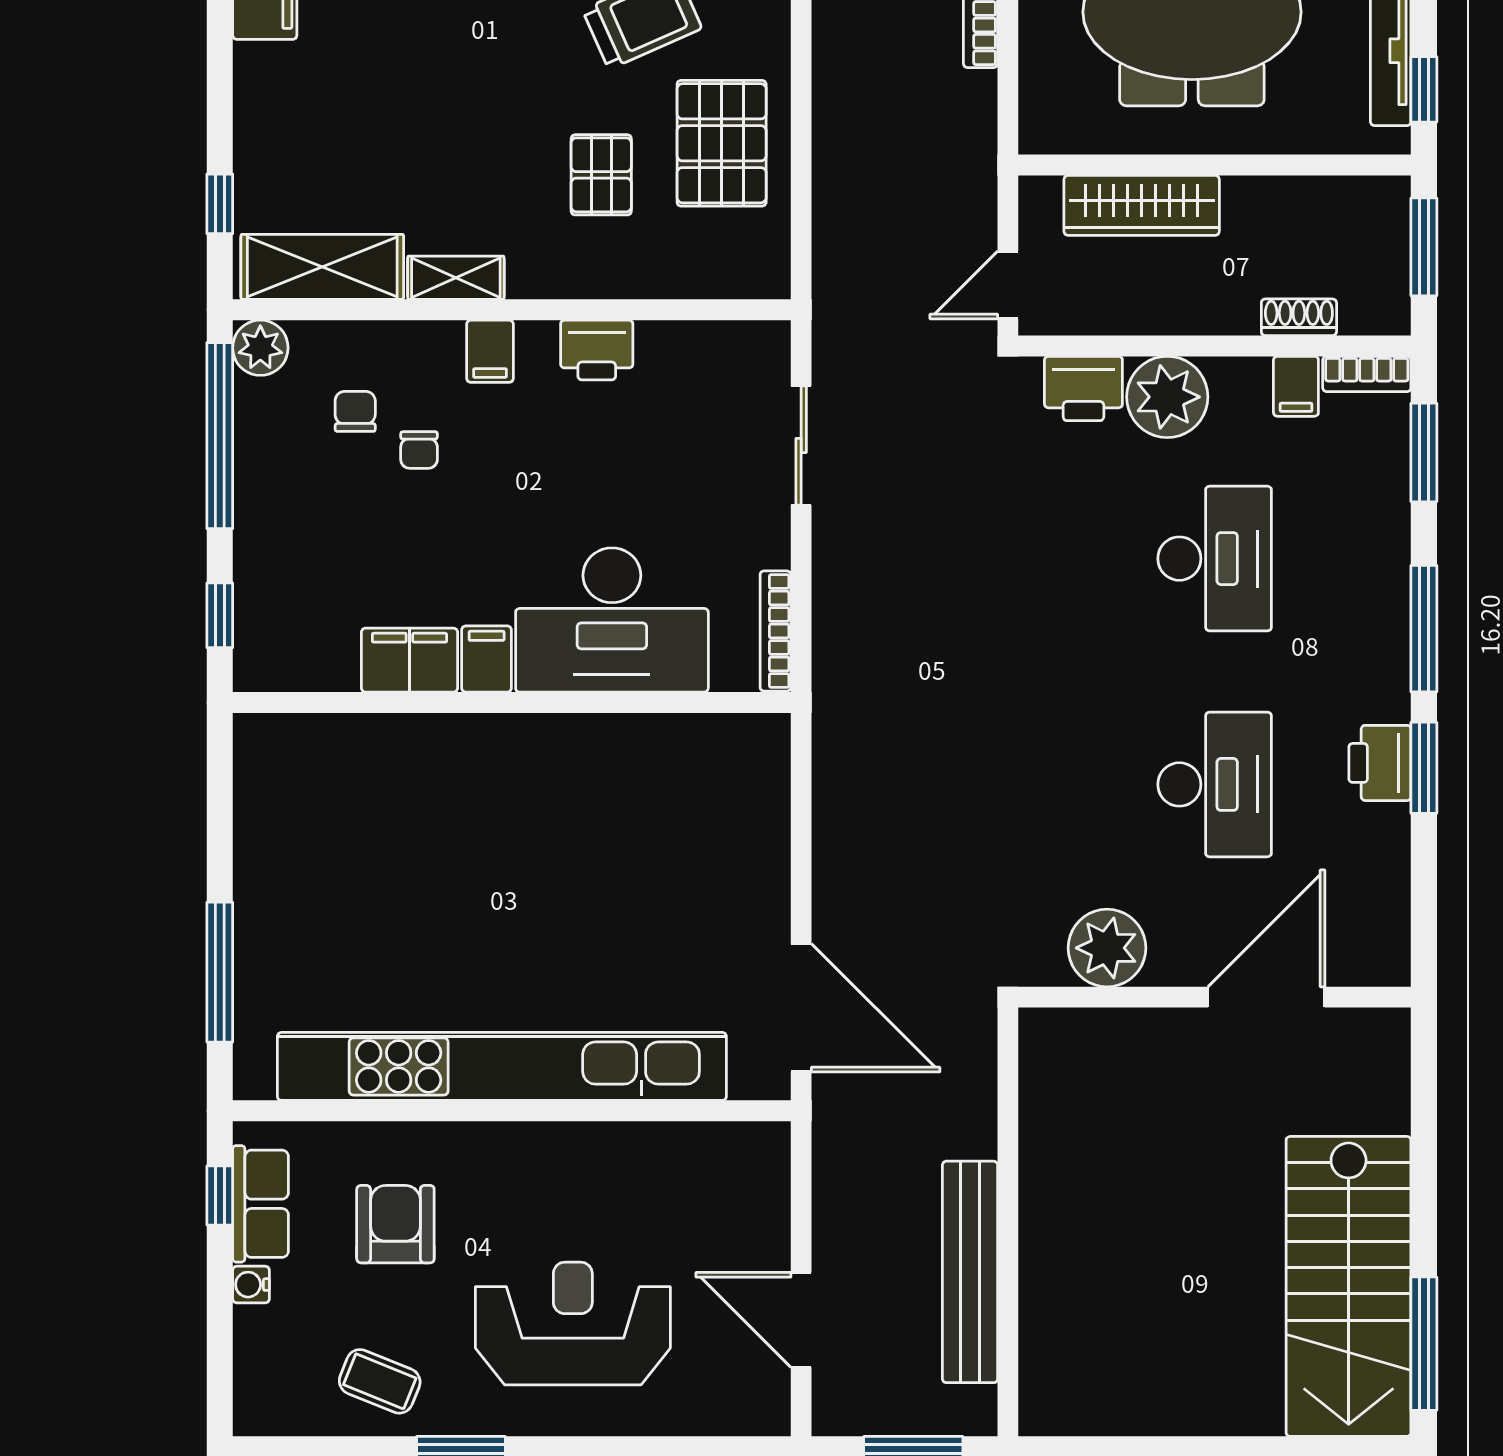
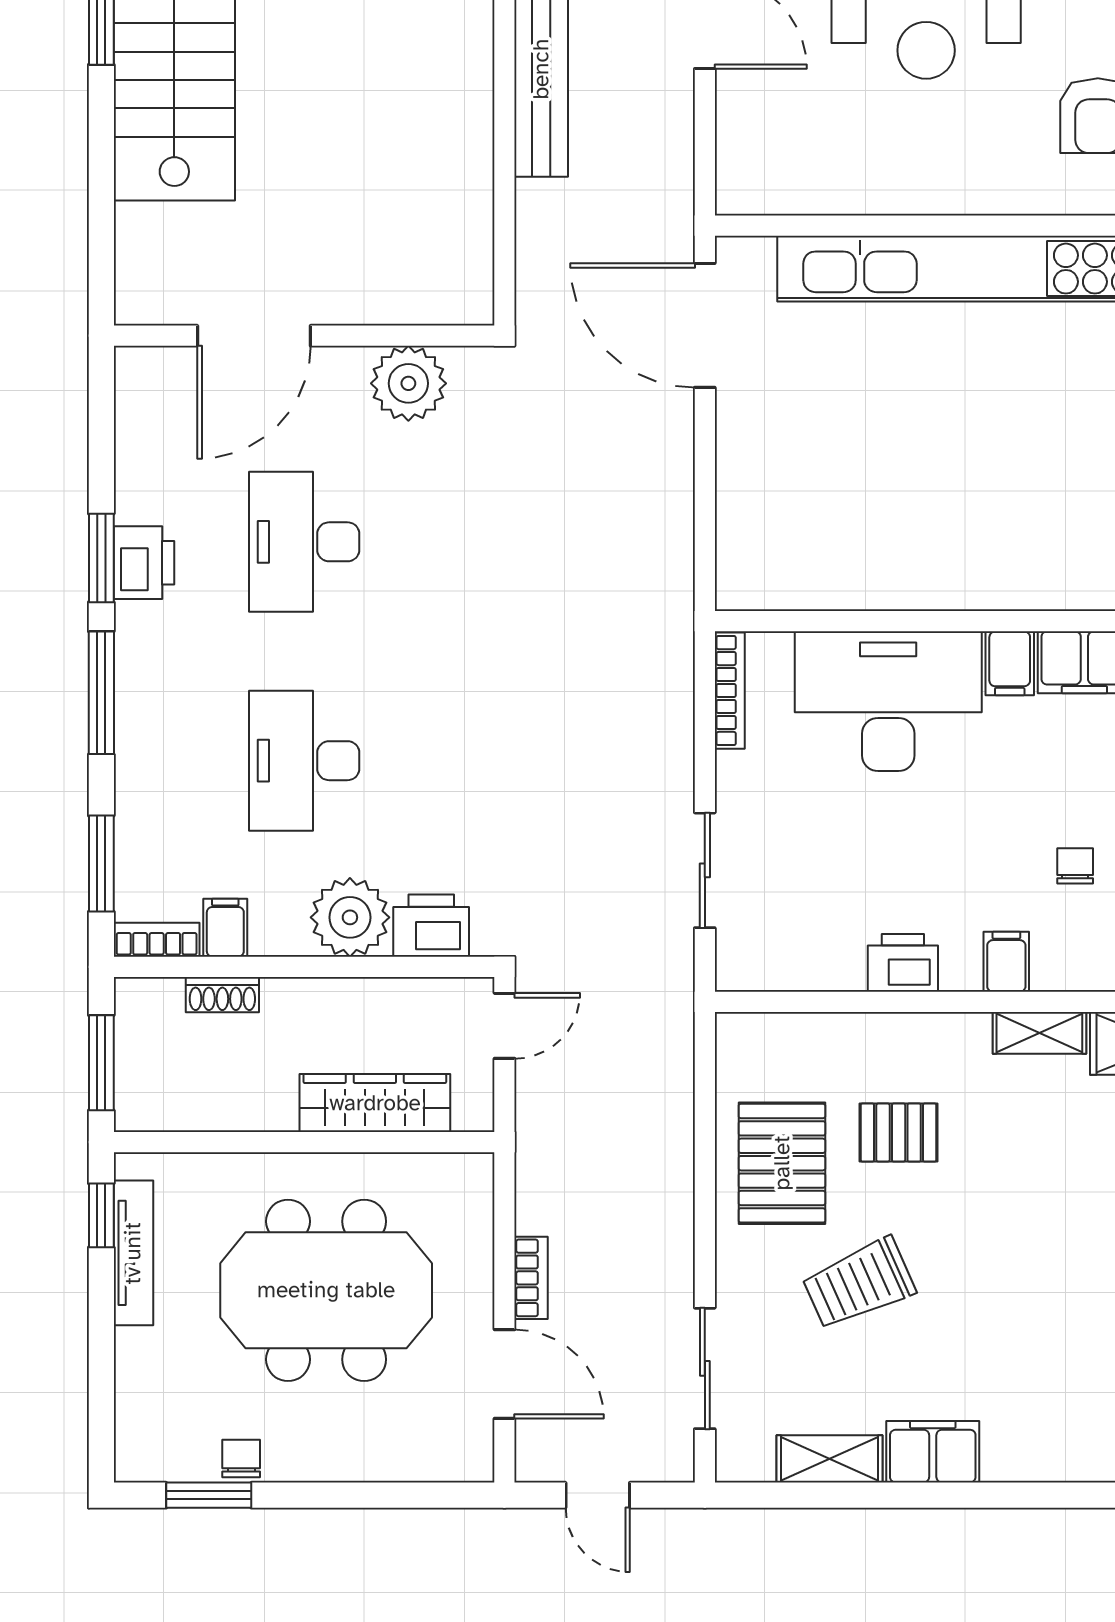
pallet: (601, 175) -> (899, 1133), turned 90

